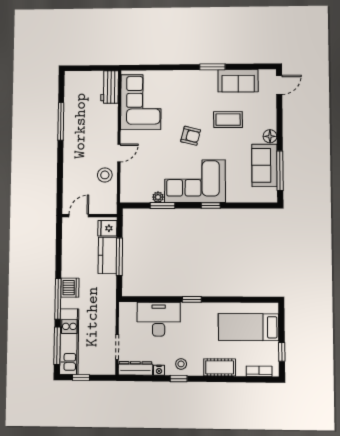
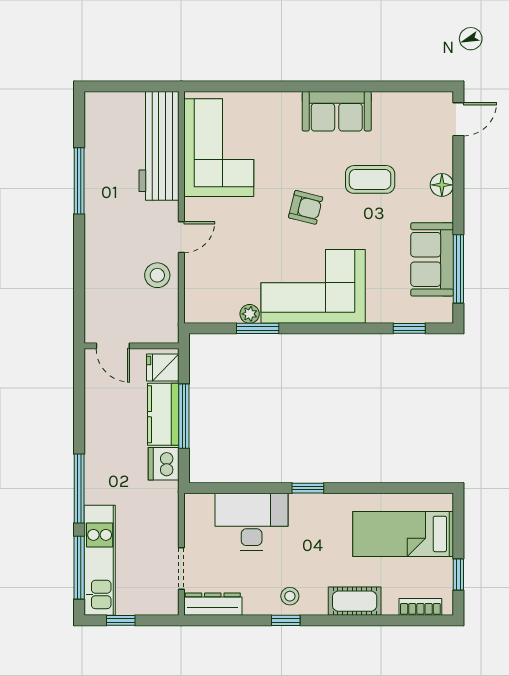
window: (212, 67) -> (343, 86), removed
sofa: (238, 81) -> (337, 111), moved
workbench: (110, 87) -> (159, 146), width x1.87, depth x1.32
floor lamp: (270, 136) -> (442, 185), moved
window: (211, 206) -> (409, 328), moved
door: (79, 216) -> (113, 346), swing flipped
dishwasher: (70, 288) -> (164, 464), moved, turned 180
nightstand: (159, 370) -> (253, 607), removed

